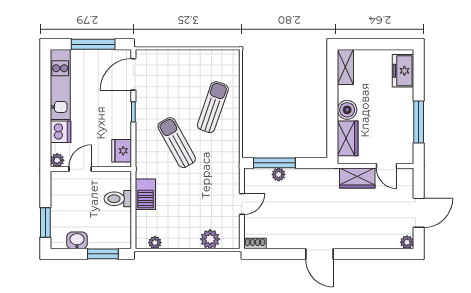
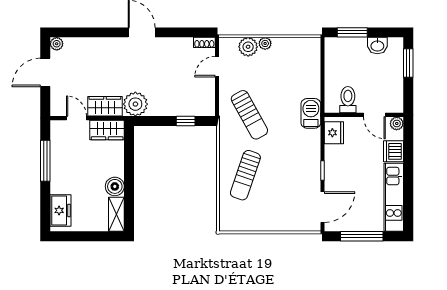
boiler: (347, 110) -> (115, 186), moved
wardrobe: (348, 138) -> (107, 130), moved, turned -90
sun lounger: (177, 143) -> (249, 115), moved
window: (274, 163) -> (186, 121), width x0.46
door: (80, 169) -> (374, 115), hinge flipped
plant: (279, 174) -> (135, 104), moved, width x1.88, depth x1.88
barbecue: (145, 194) -> (311, 113), moved
toilet: (118, 199) -> (348, 100), moved, turned -90
door: (242, 204) -> (217, 67), moved
plant: (155, 243) -> (265, 43), moved

